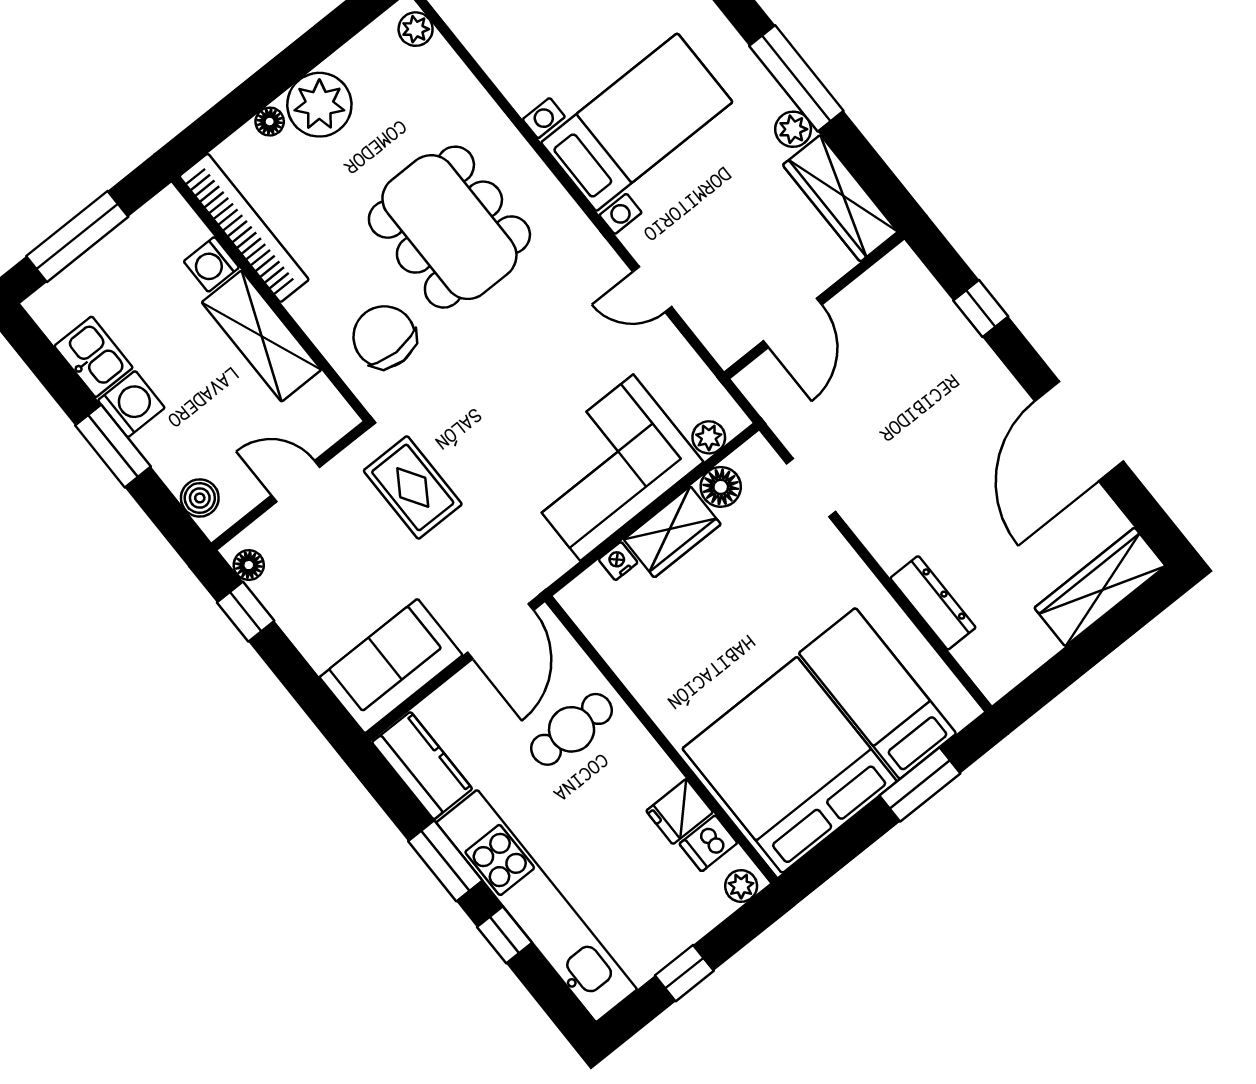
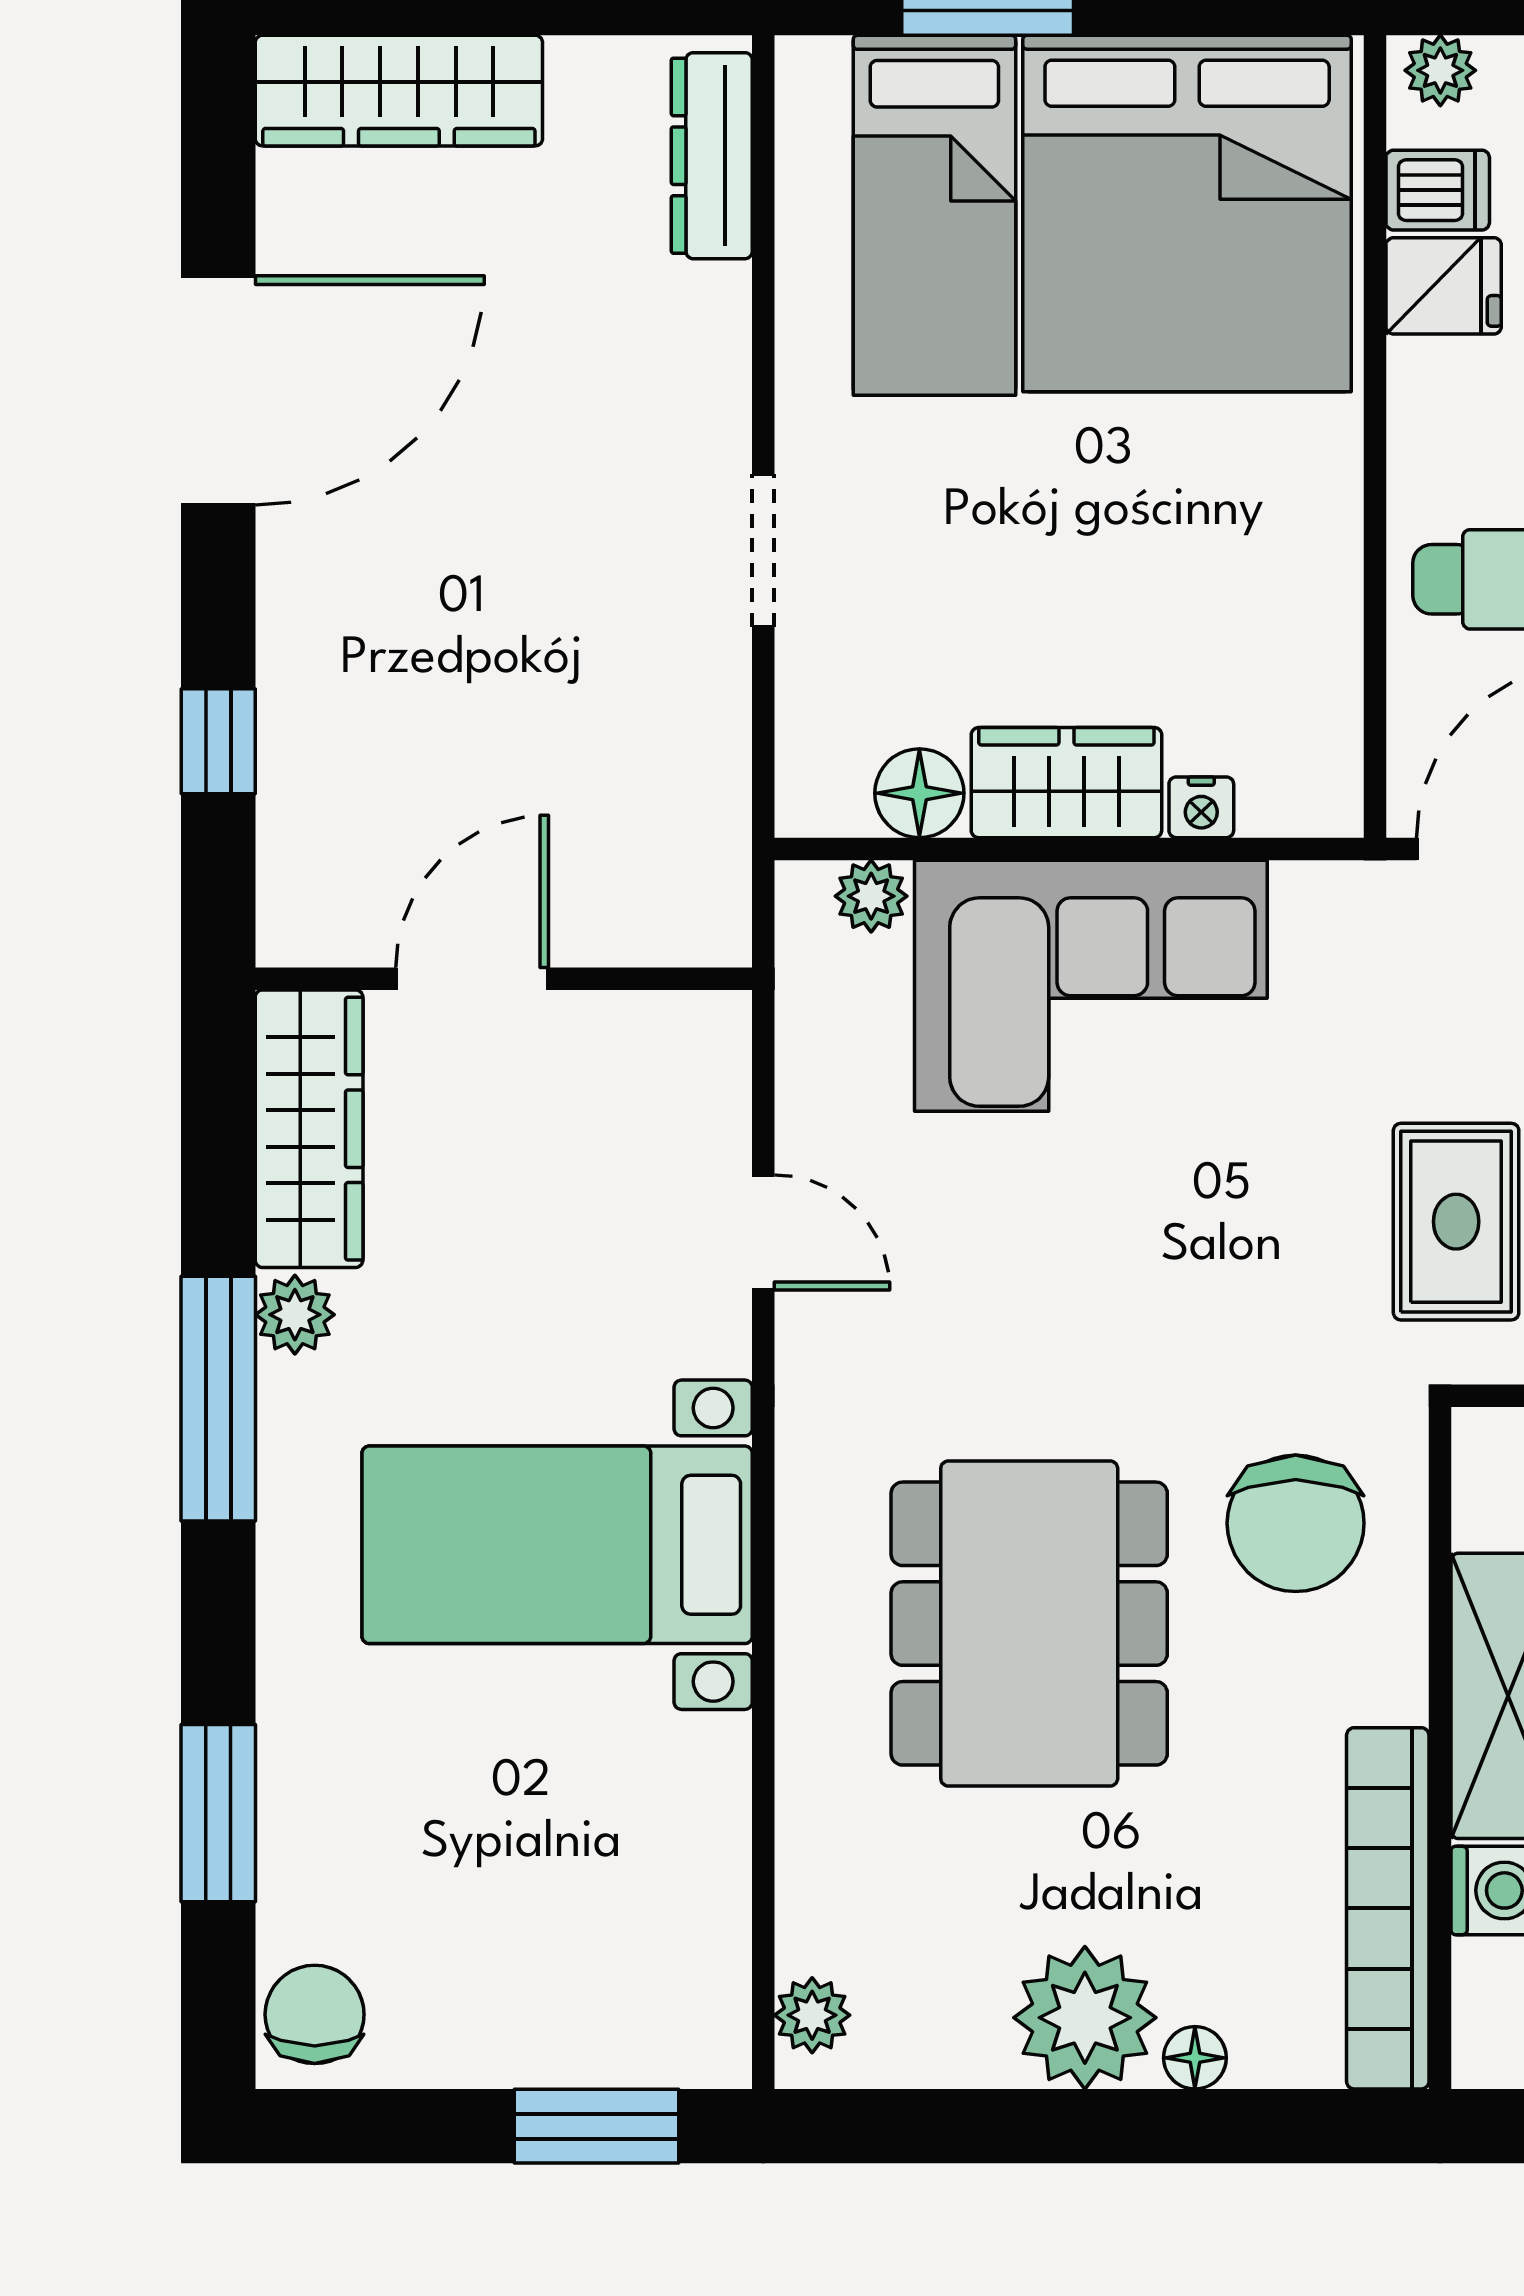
door: (793, 323) -> (472, 979), moved
doorway: (811, 488) -> (763, 550), moved
dresser: (933, 603) -> (712, 156), moved

